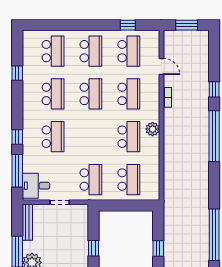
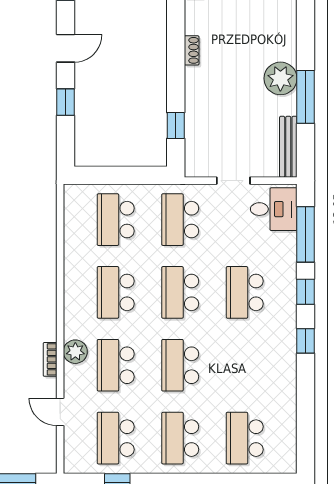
window: (17, 73) -> (306, 341), moved
school desk: (53, 94) -> (180, 292), moved
plant: (153, 129) -> (75, 352), moved
window: (93, 248) -> (176, 126), moved

